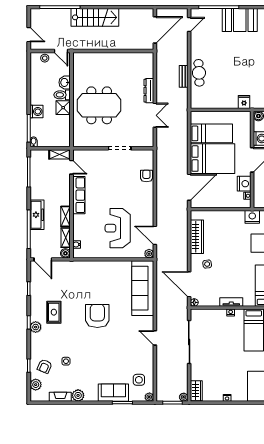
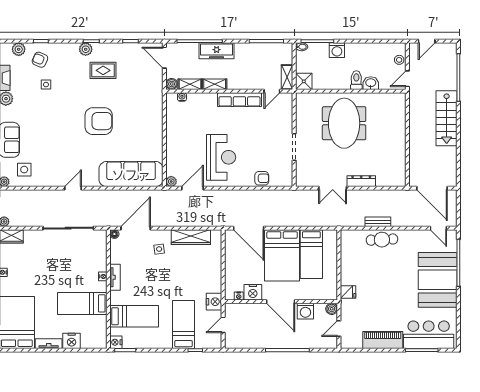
booth: (240, 20) -> (438, 280), width x1.36, depth x1.42
shower: (63, 108) -> (304, 81), moved
reception desk: (118, 228) -> (221, 157), moved, turned 90
door: (43, 259) -> (164, 58), hinge flipped

